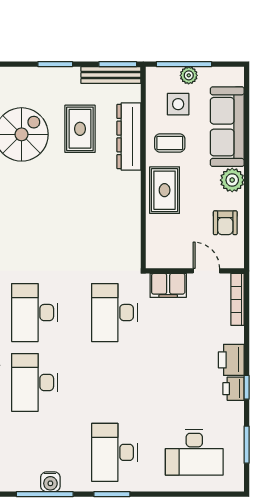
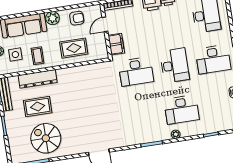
rug: (165, 190) -> (74, 48), moved
desk: (34, 313) -> (175, 65), moved, turned -90

